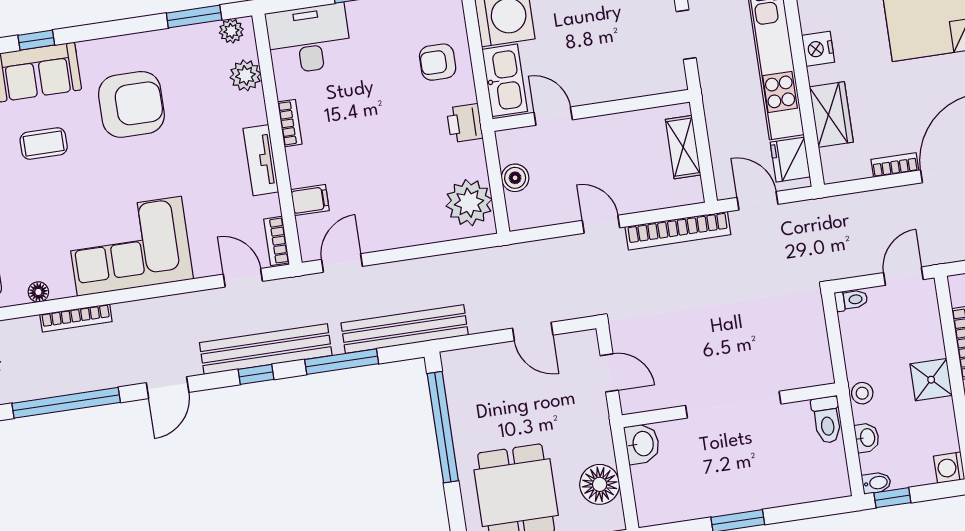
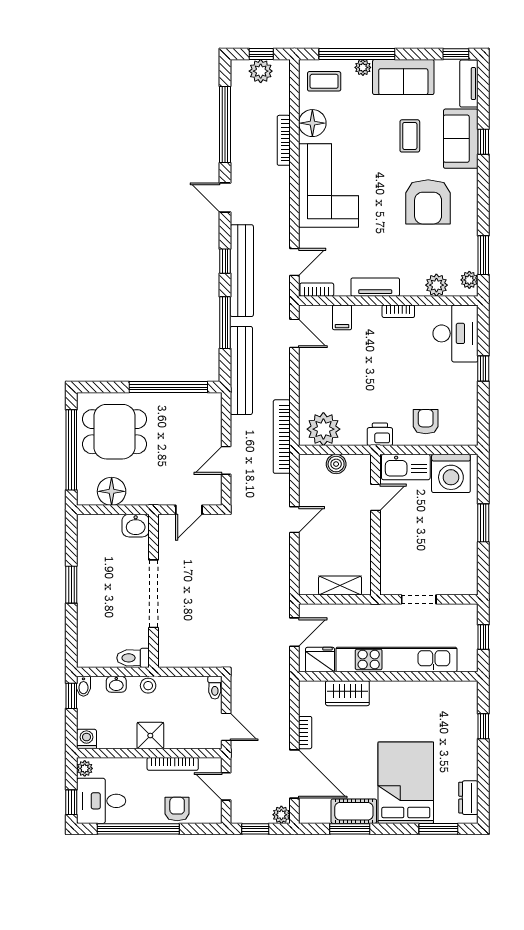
nightstand: (818, 49) -> (395, 691), removed
bookcase: (678, 231) -> (282, 437), moved
floor lamp: (38, 292) -> (312, 123), width x1.89, depth x1.89

